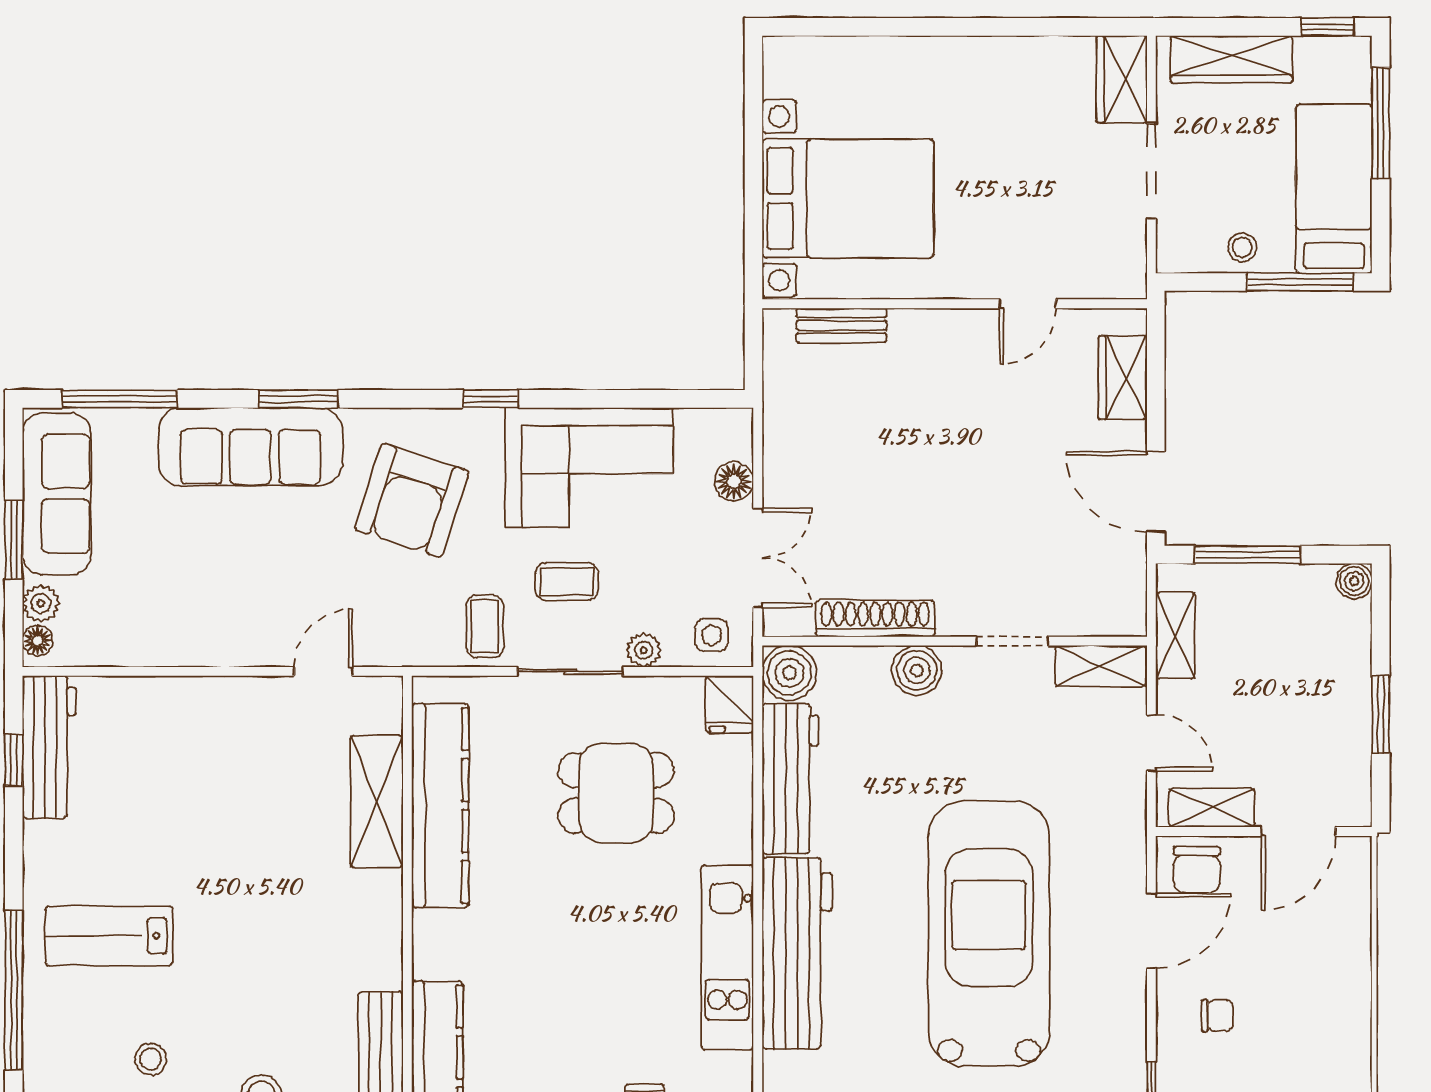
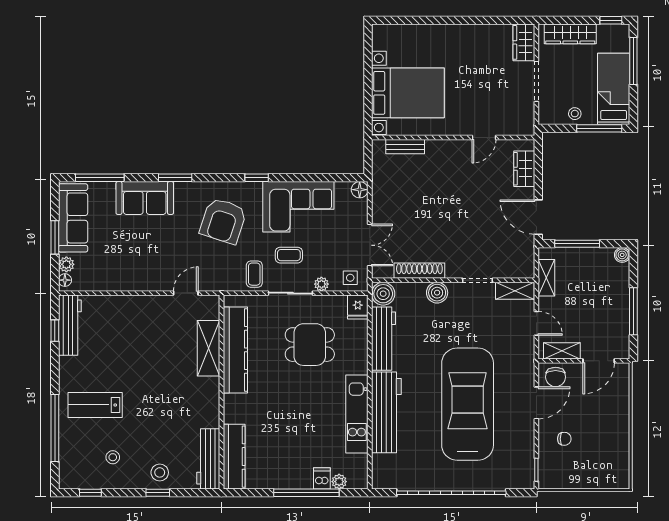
sofa: (251, 447) -> (145, 198), width x0.73
floor lamp: (734, 481) -> (360, 190), moved
window: (1381, 714) -> (633, 311), width x1.44

